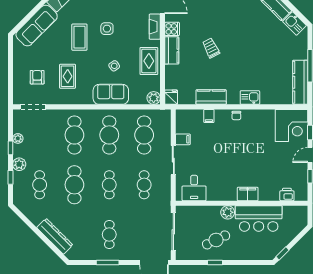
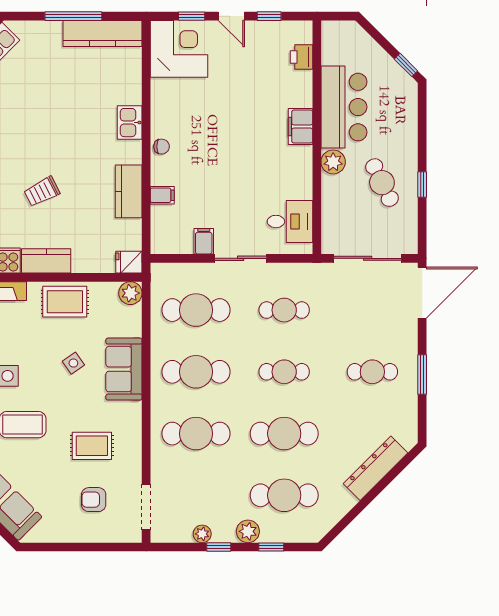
cafe table: (40, 185) -> (284, 495), width x1.37, depth x1.35

